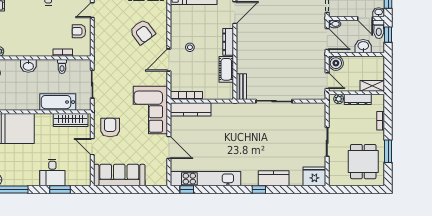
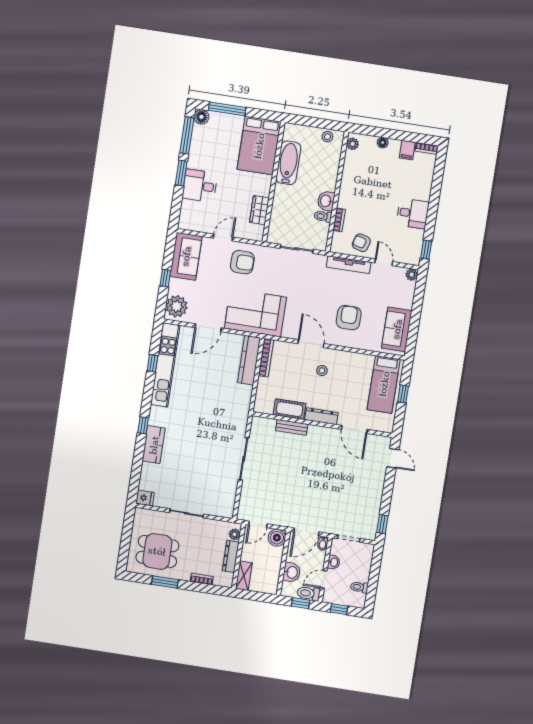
washbasin: (379, 12) -> (334, 562), moved
armchair: (79, 31) -> (361, 243), turned -74
armchair: (142, 32) -> (349, 318), turned 127
tv unit: (99, 39) -> (349, 265), added
washbasin: (28, 66) -> (326, 201), moved
bench: (241, 87) -> (292, 427), moved
bathtub: (58, 102) -> (288, 163), moved
wardrobe: (71, 120) -> (259, 210), width x0.67
sofa: (119, 175) -> (186, 256), width x0.73
fridge: (314, 176) -> (145, 498), width x0.53, depth x0.75
plant: (155, 177) -> (177, 306), added
window: (60, 190) -> (181, 173), moved
window: (133, 190) -> (165, 278), added
window: (187, 190) -> (152, 363), moved

